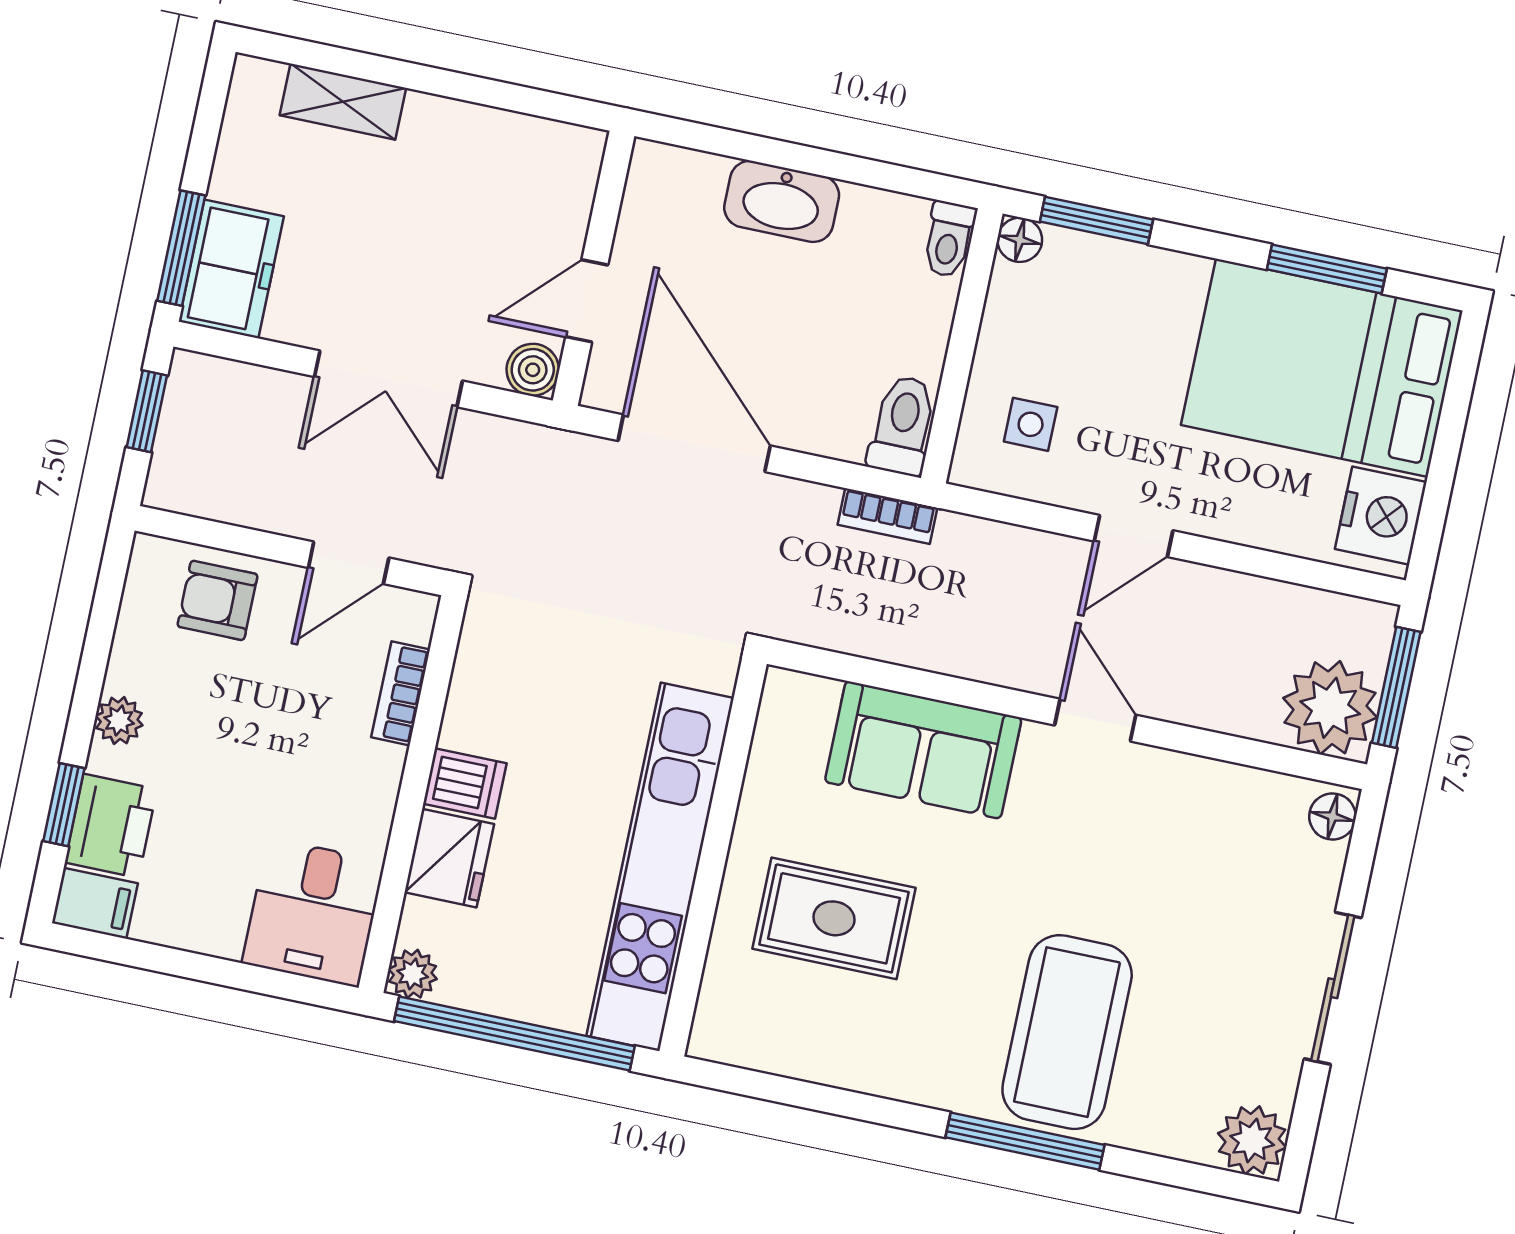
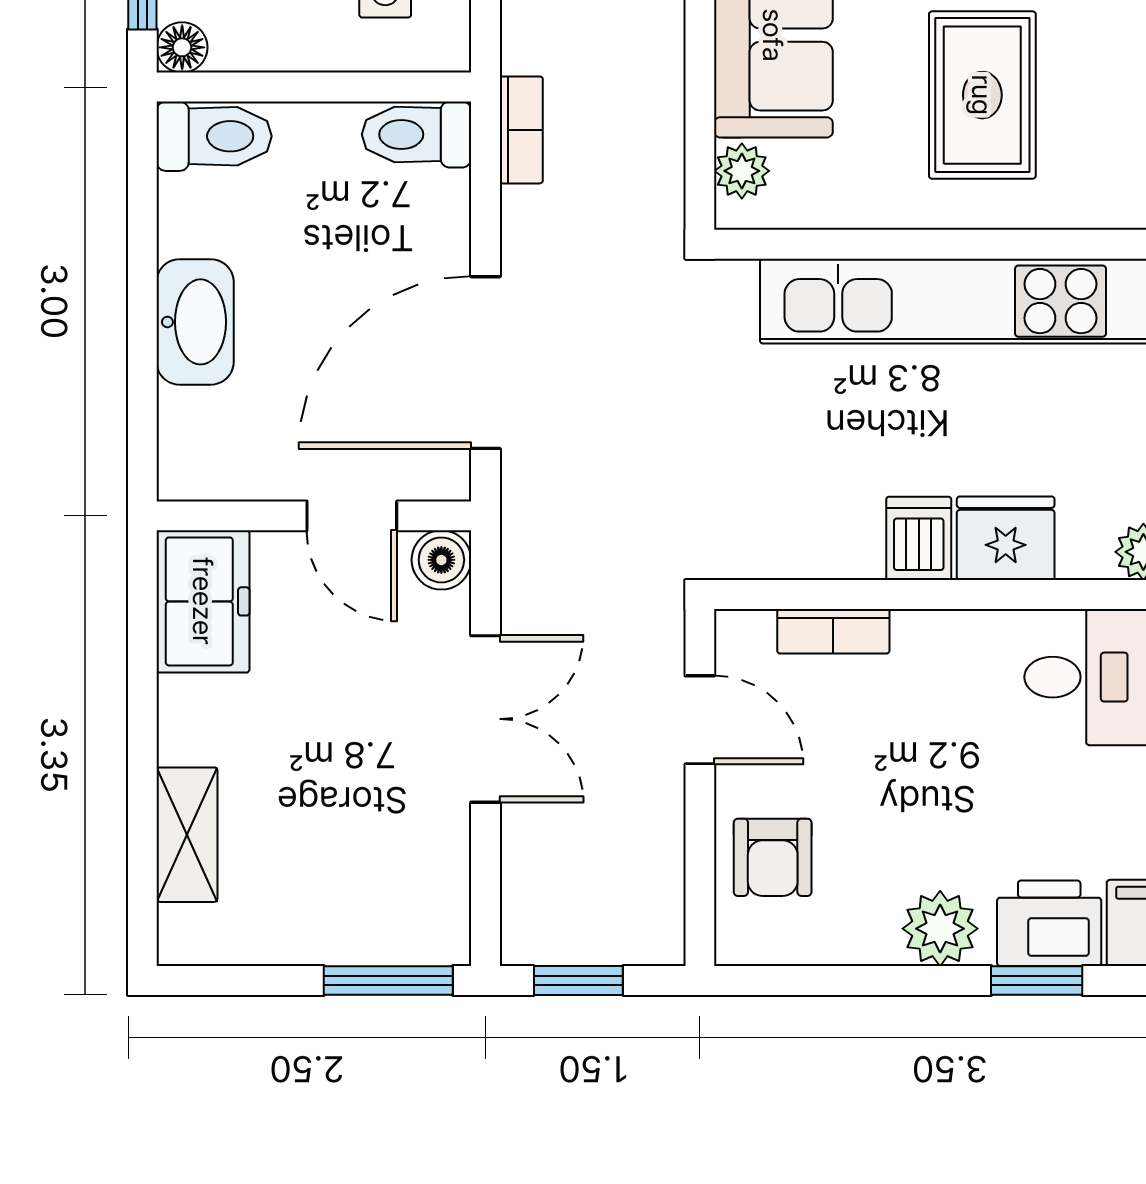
toilet: (949, 239) -> (214, 136), width x1.37, depth x1.39
freezer: (231, 269) -> (203, 601), moved, turned 90
plant: (812, 698) -> (742, 171), added
plant: (119, 721) -> (940, 929), width x1.38, depth x1.38

